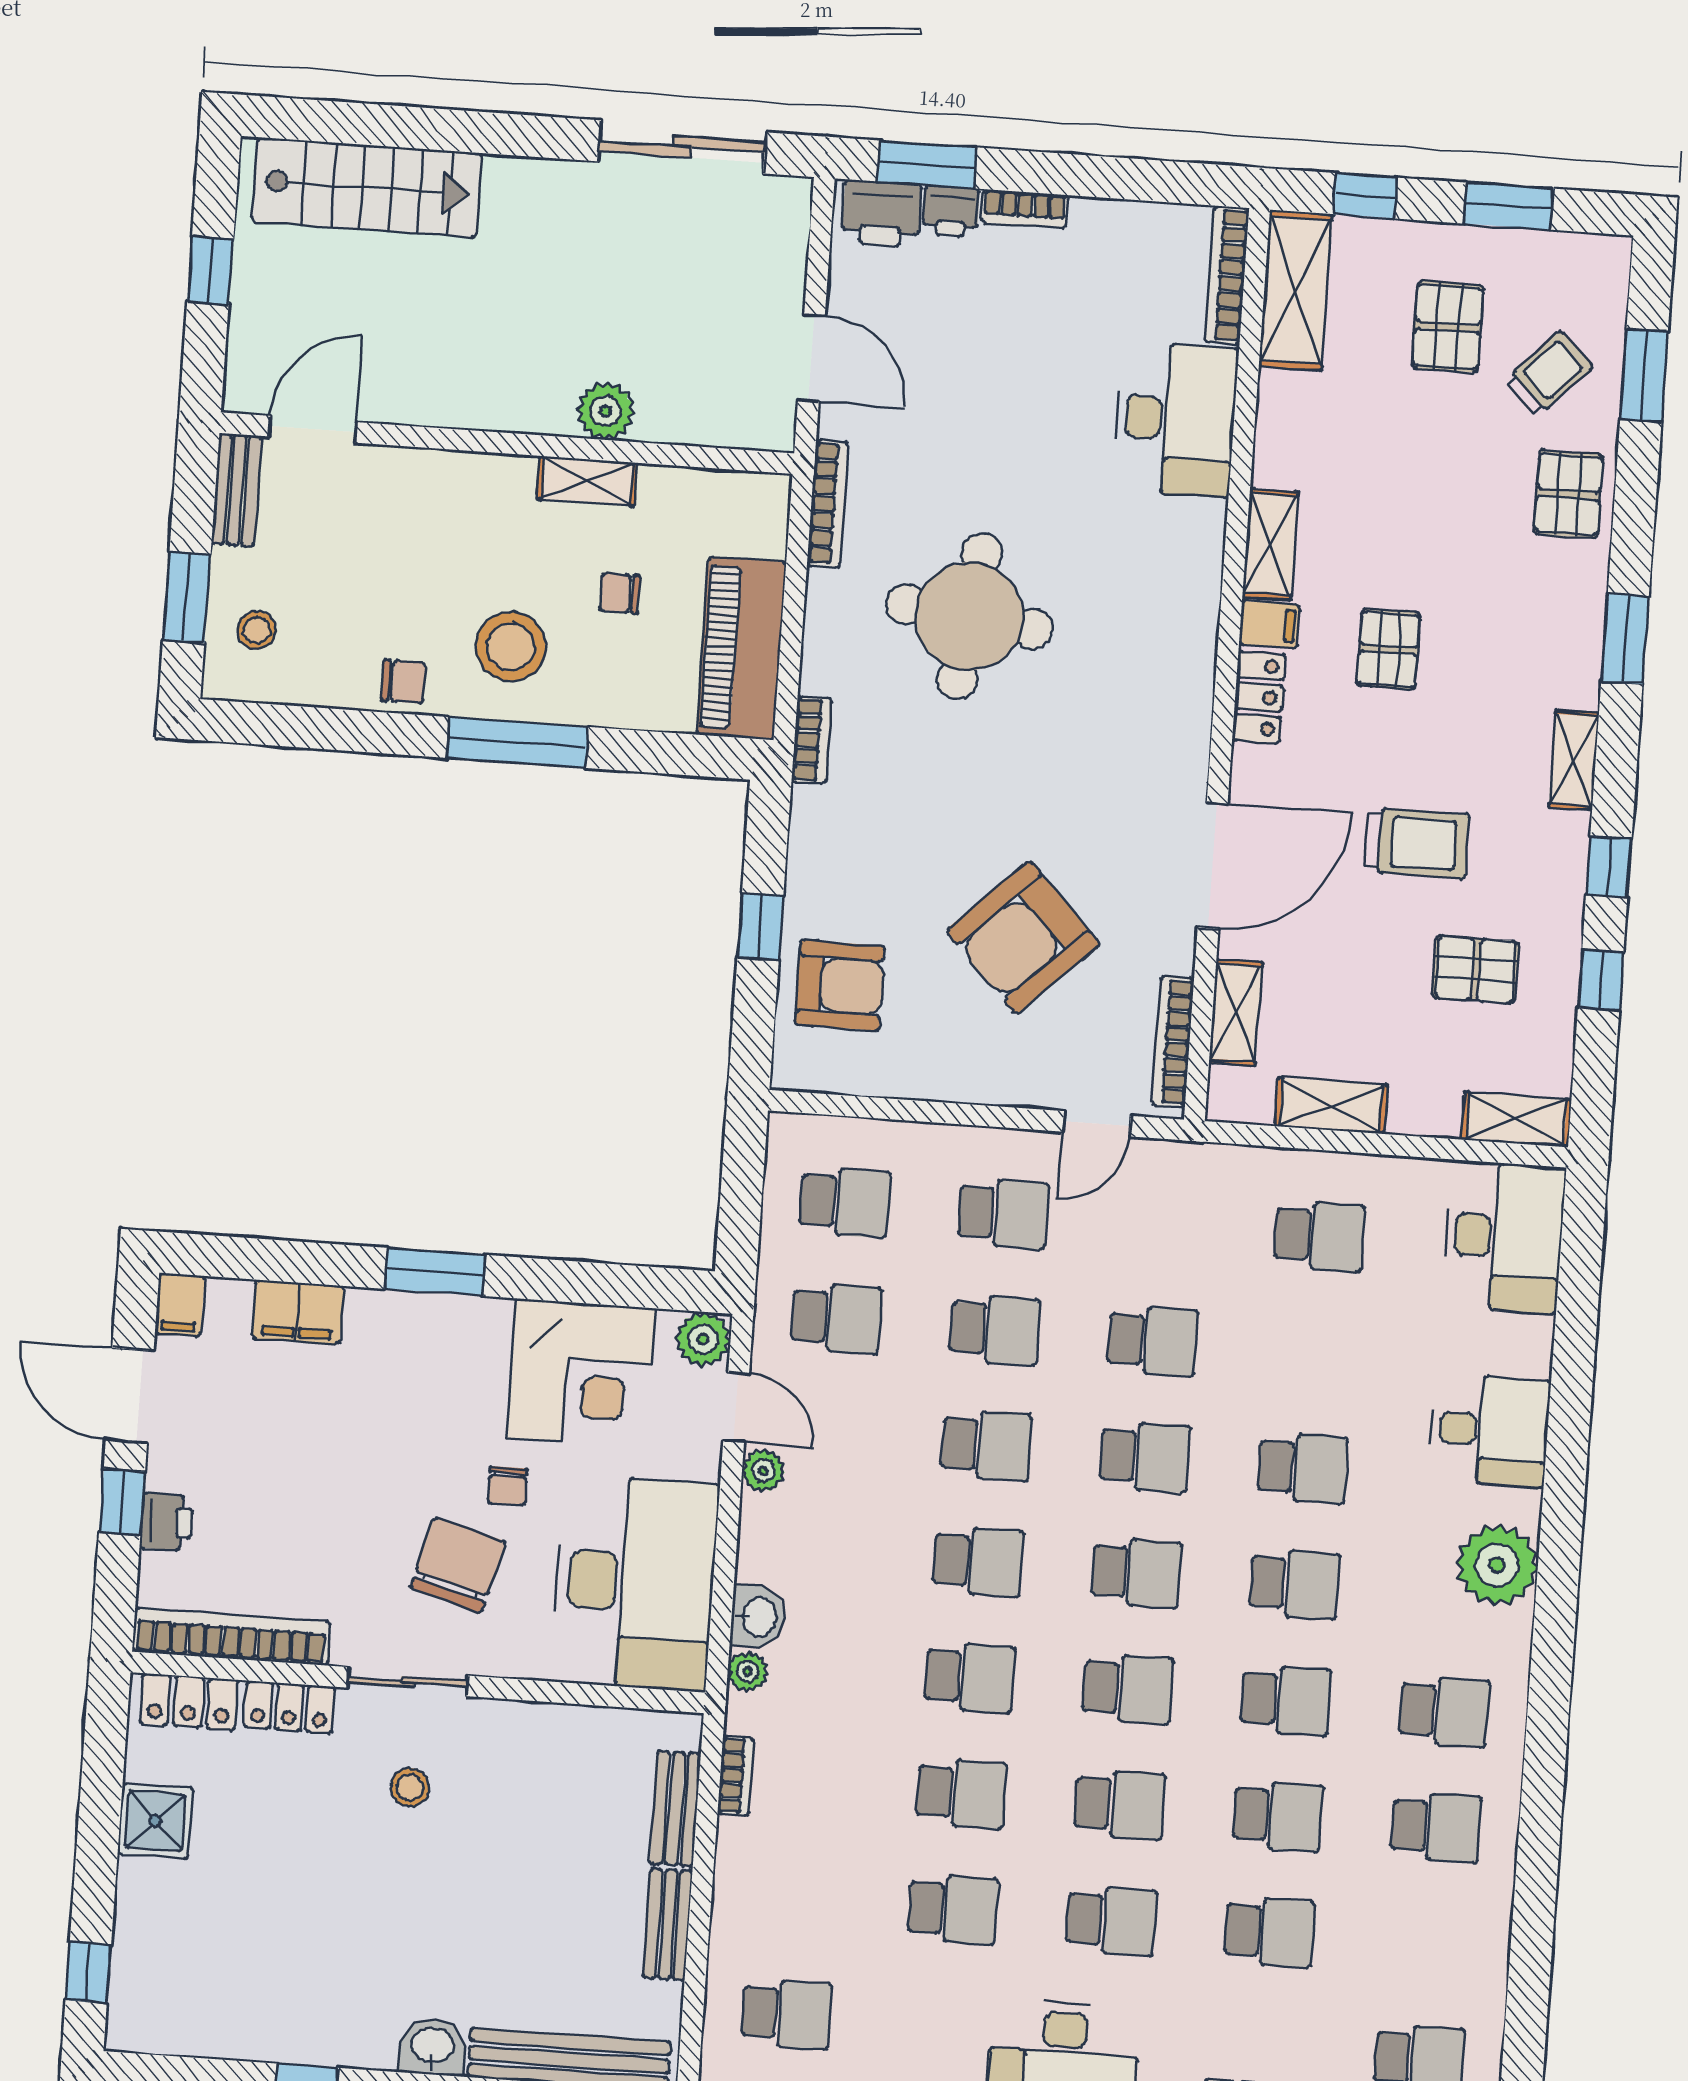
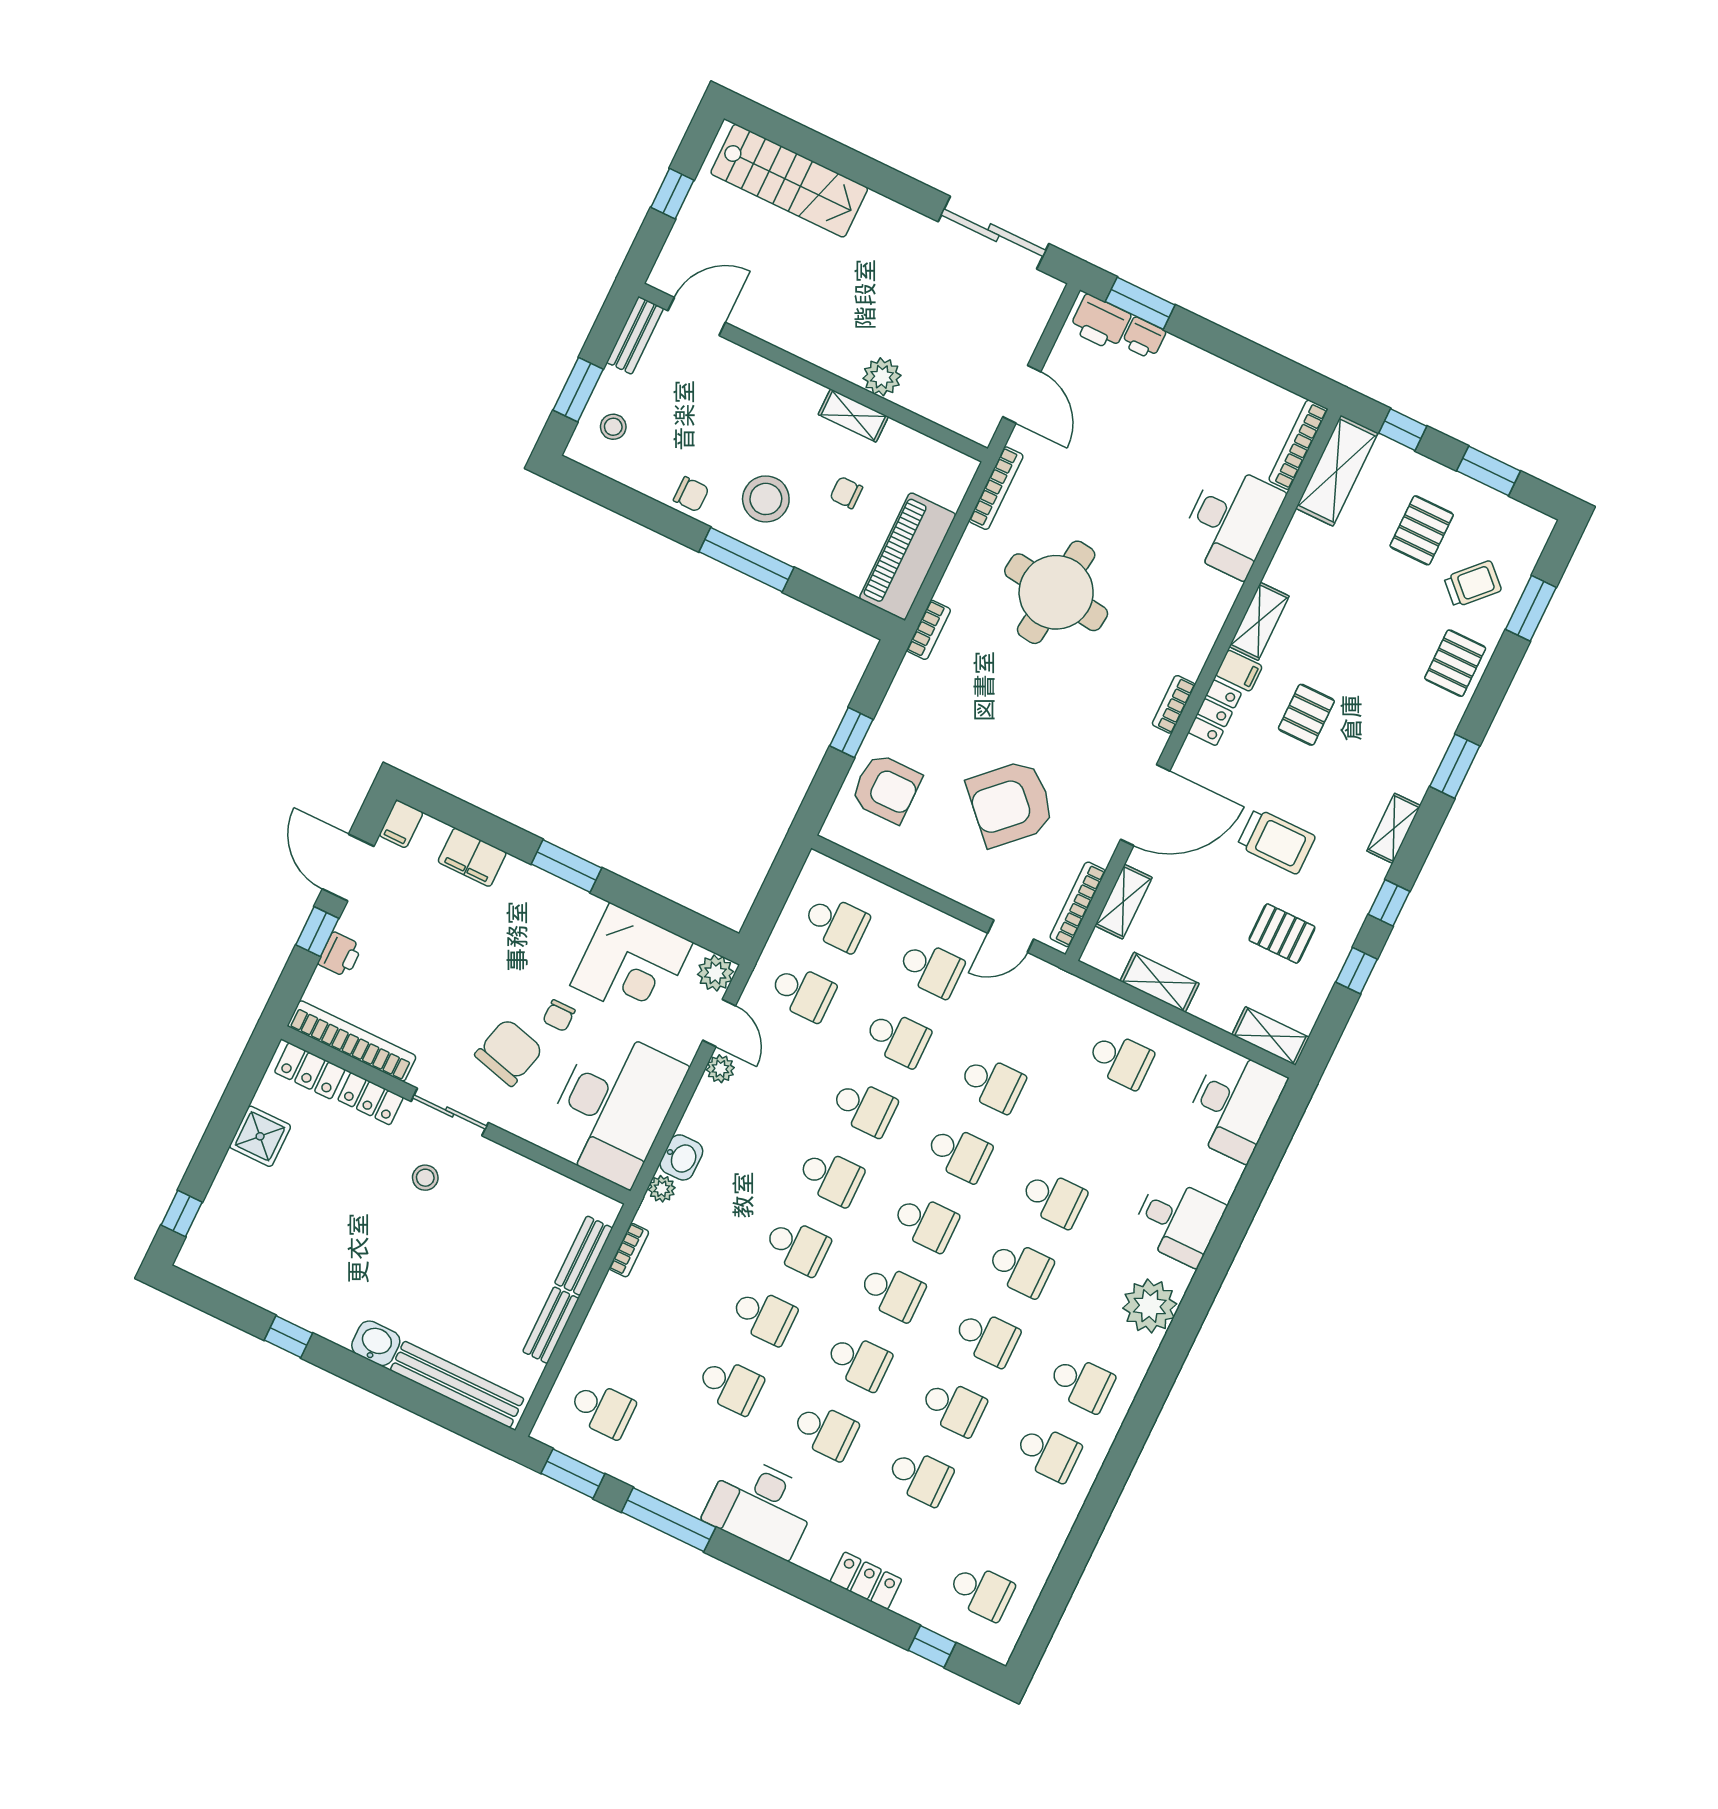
bookcase: (1025, 209) -> (1174, 704), moved, turned 90

